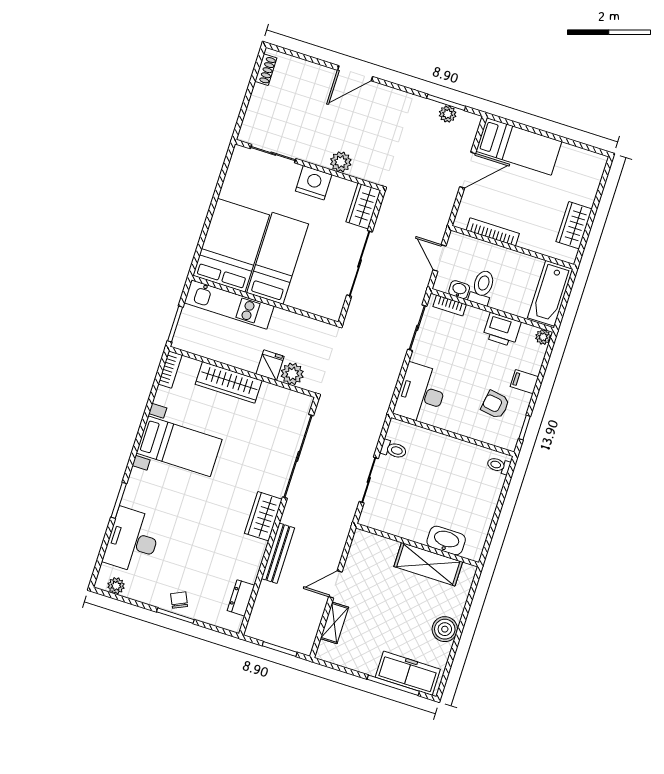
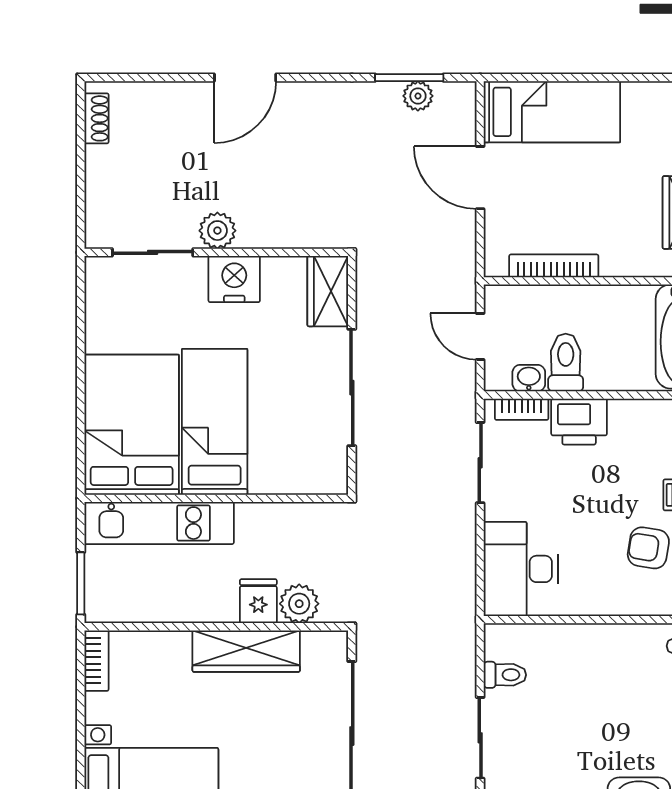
plant: (341, 162) -> (217, 231), moved
door: (468, 170) -> (480, 178), swing flipped
printer: (502, 330) -> (579, 422), moved
wardrobe: (229, 382) -> (246, 651), moved

